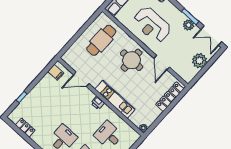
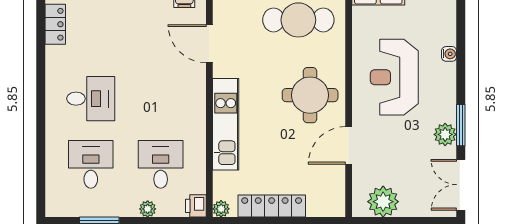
plant: (199, 61) -> (383, 202), moved
locker: (170, 97) -> (272, 206), moved
printer: (98, 103) -> (196, 206), moved

